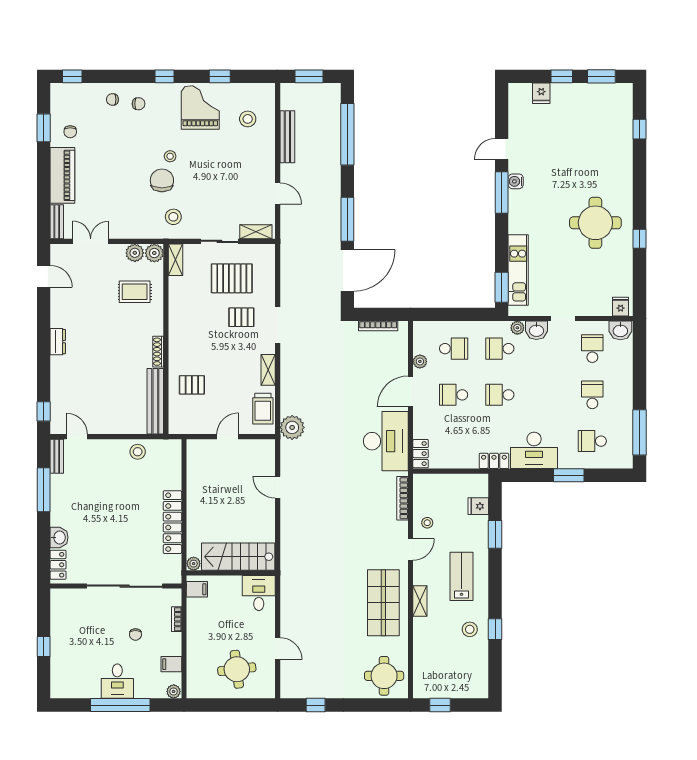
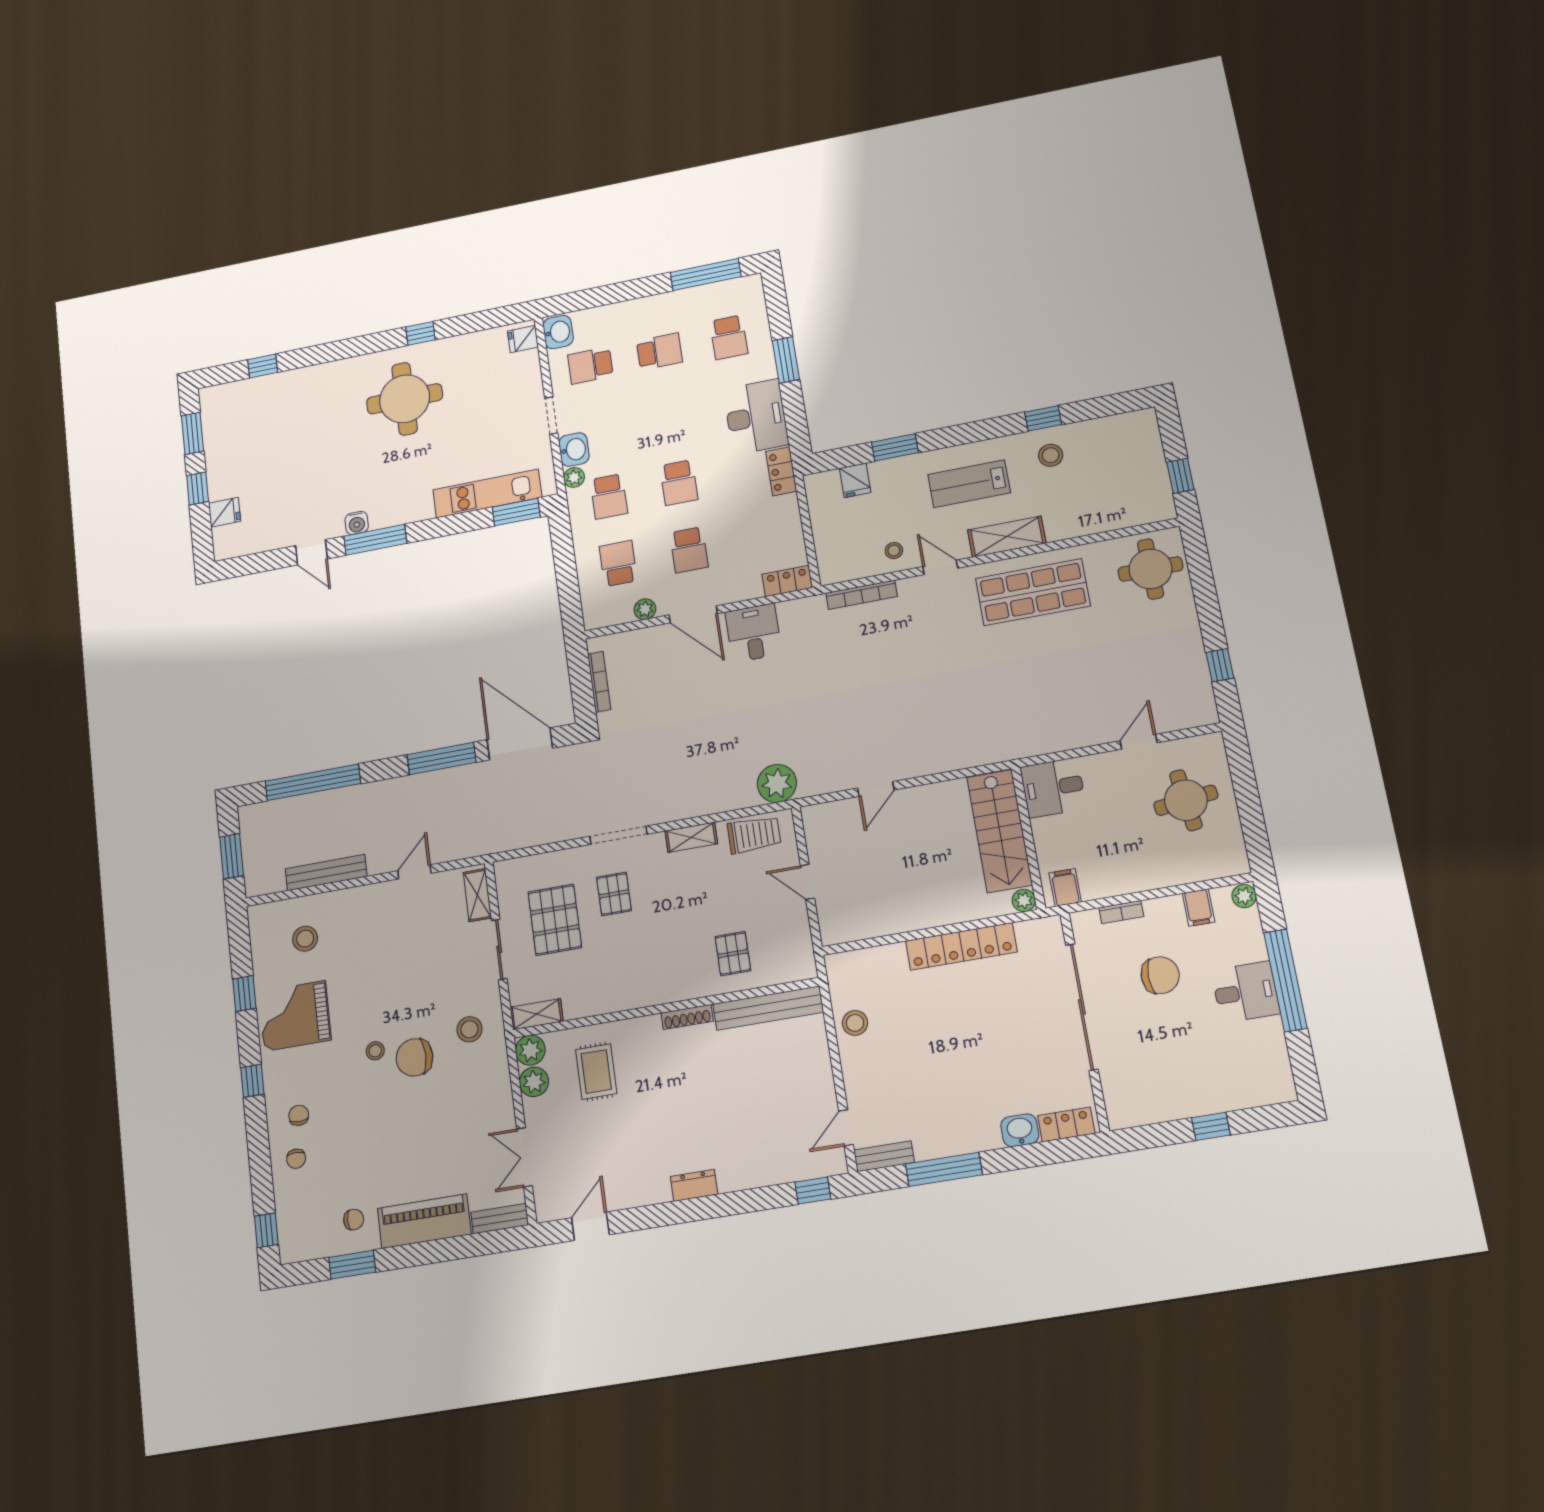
school desk: (592, 395) -> (659, 351), turned 180
desk: (386, 441) -> (753, 633), width x0.53, depth x0.77
shelving: (420, 601) -> (1007, 537), width x1.50, depth x1.33
chair: (135, 634) -> (1160, 975), width x1.87, depth x1.87

